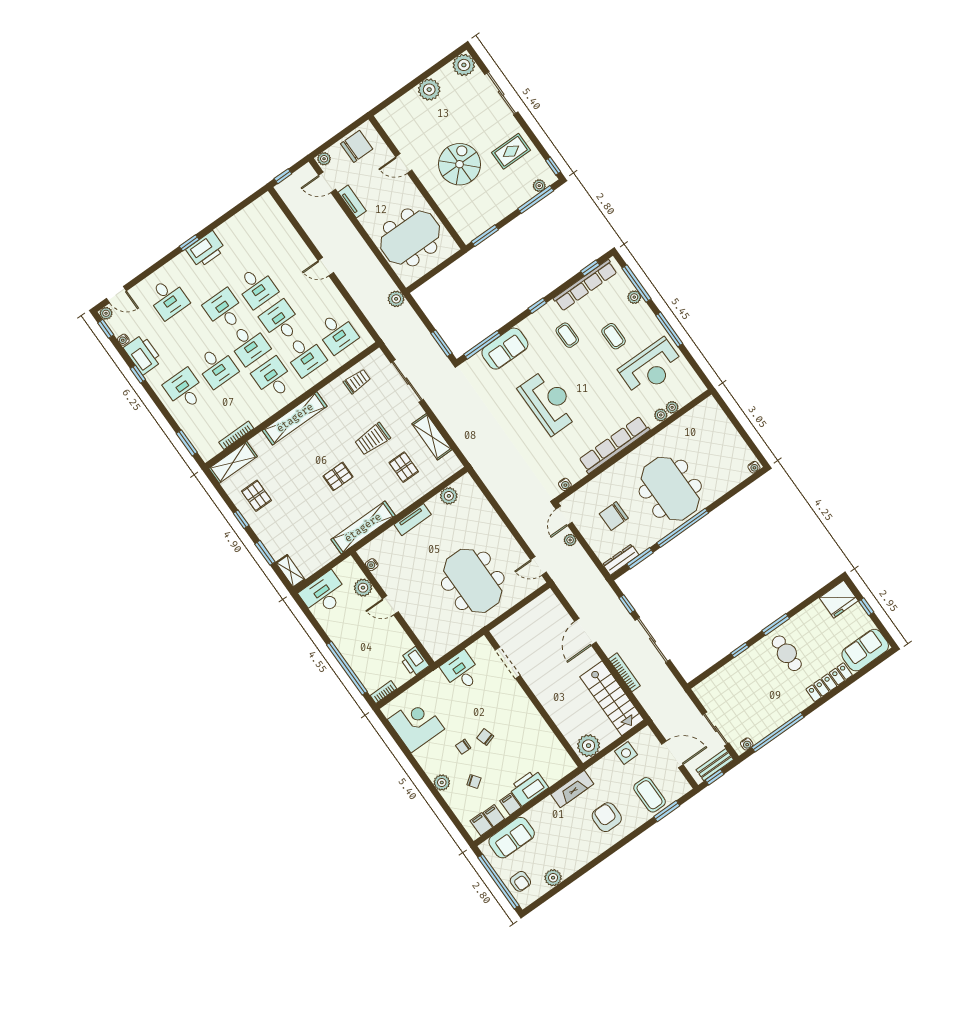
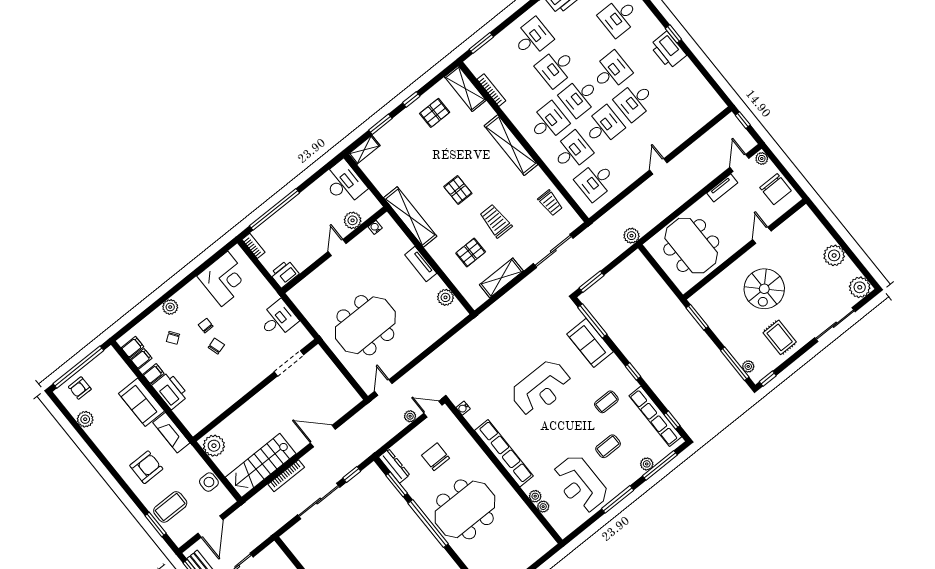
spiral stairs: (460, 164) -> (764, 289), turned 90
desk: (305, 356) -> (572, 151), turned 180
sofa: (512, 838) -> (142, 402), moved

